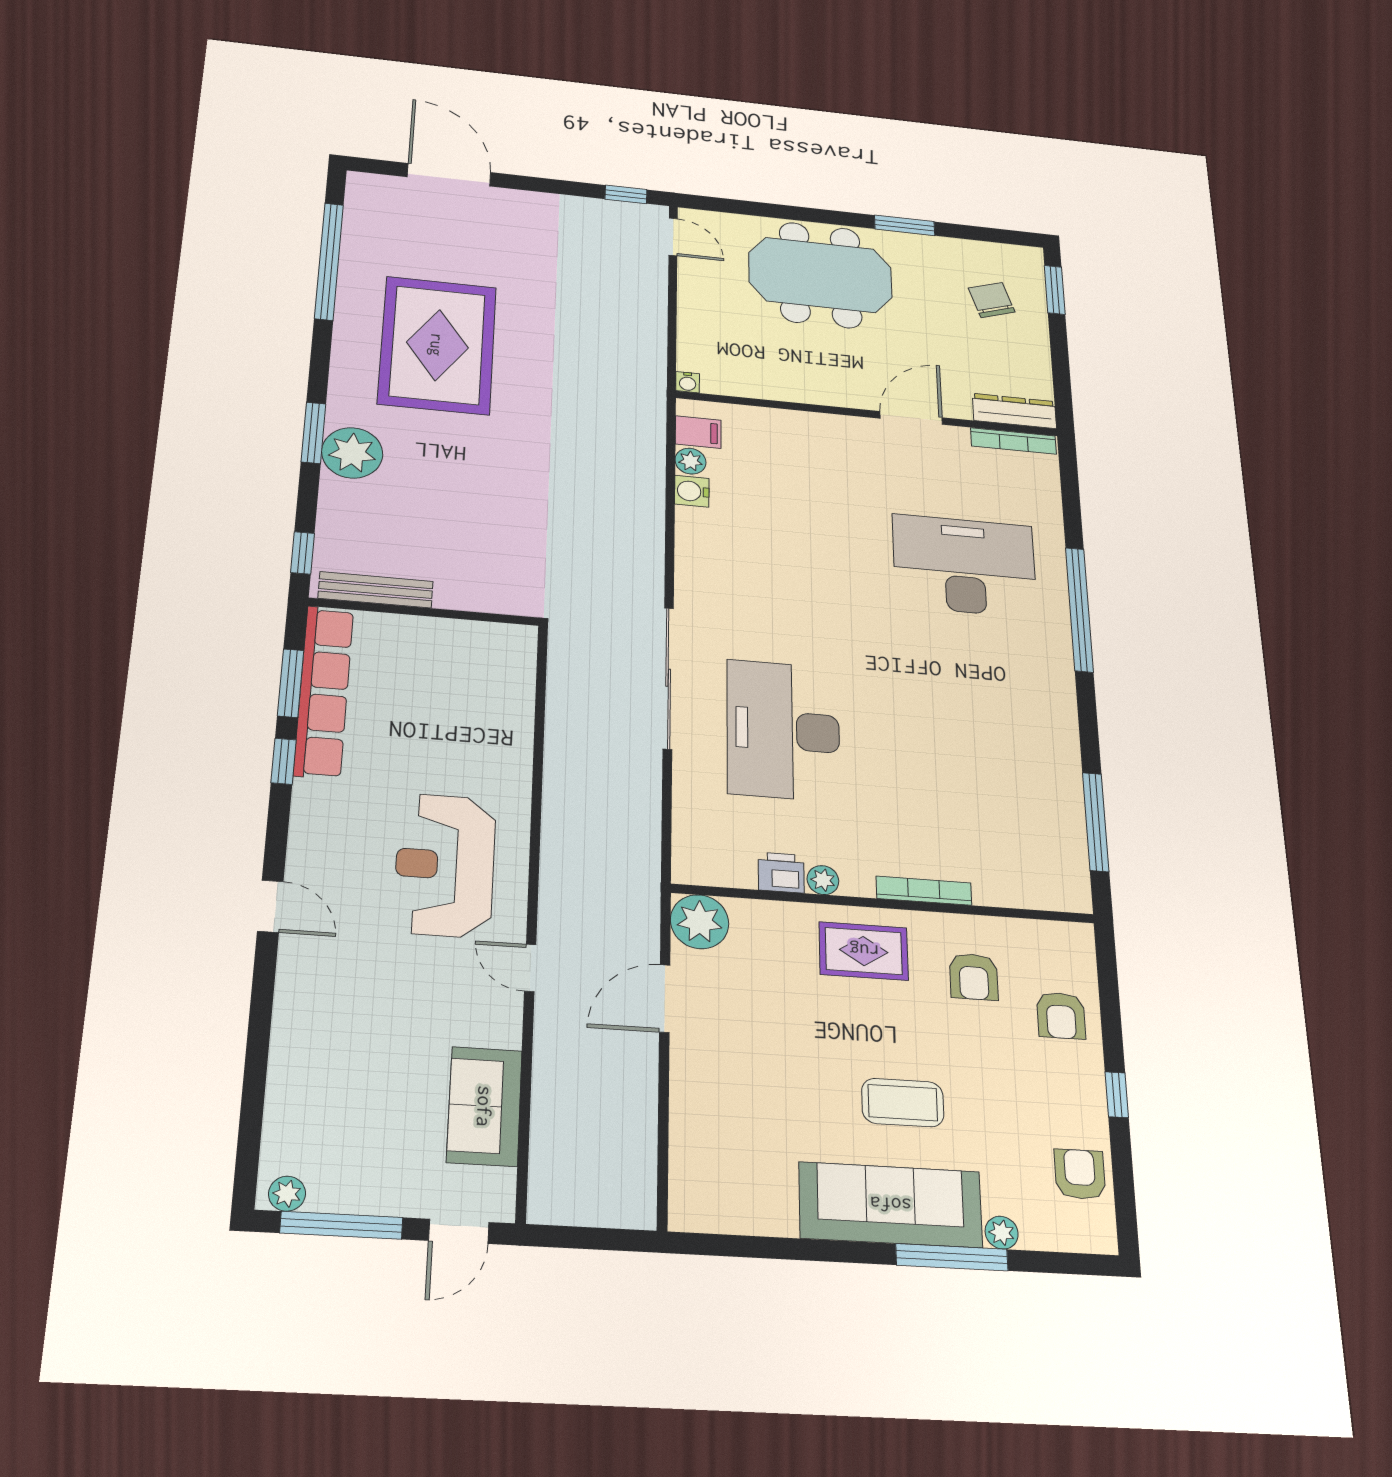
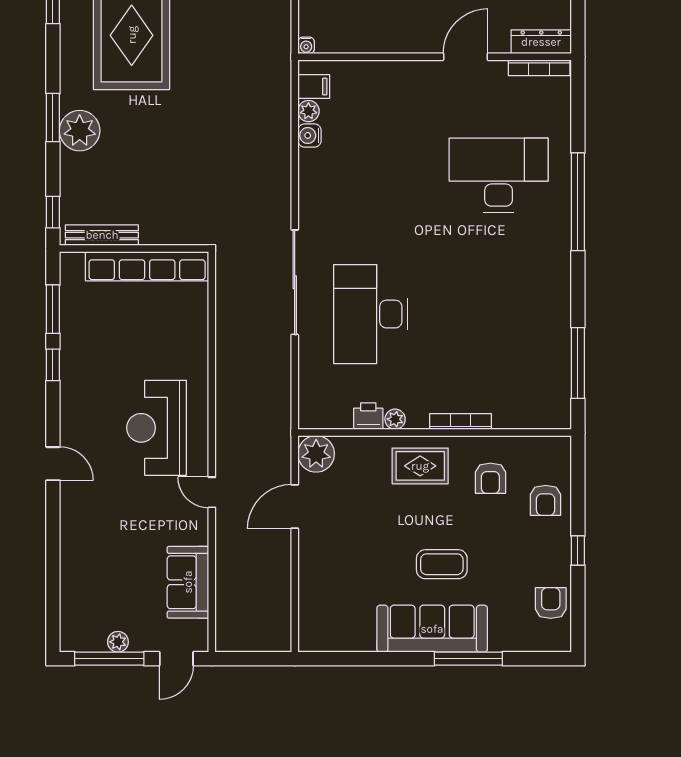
row of seats: (324, 691) -> (147, 266), moved, turned 90
plant: (287, 1194) -> (118, 642), moved
plant: (1002, 1233) -> (500, 642), removed

